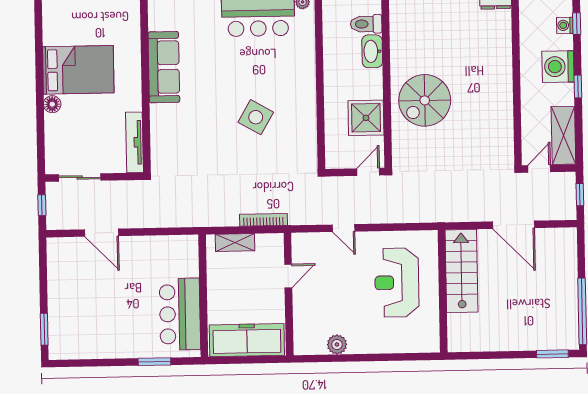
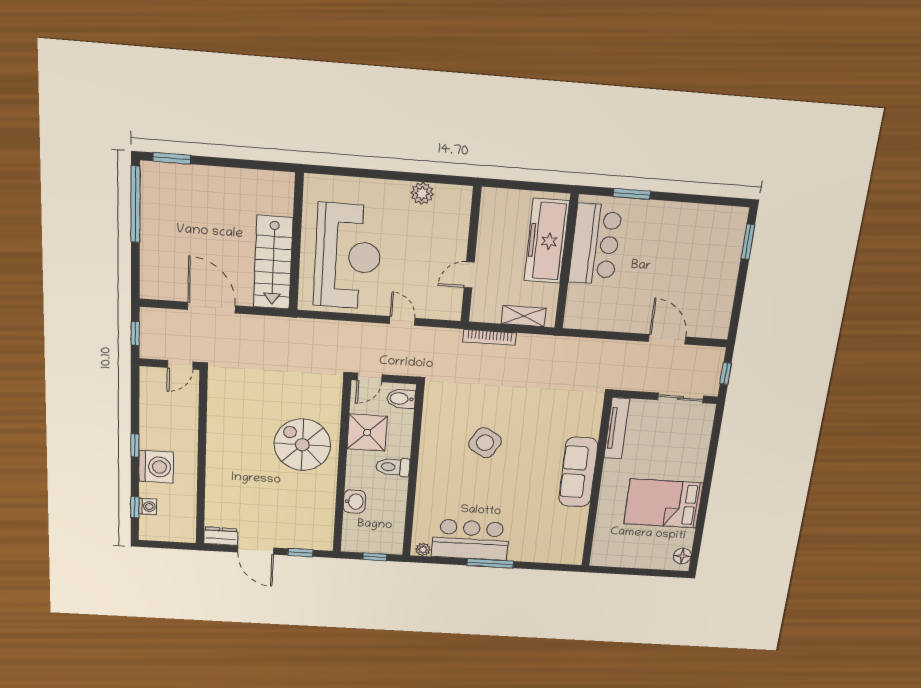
toilet: (366, 24) -> (393, 467), moved, turned 180
washbasin: (372, 51) -> (354, 502), width x0.72
sofa: (164, 67) -> (578, 472), moved
spiral stairs: (425, 100) -> (302, 445), turned -90
floor lamp: (52, 104) -> (682, 556), moved
shelving: (563, 135) -> (152, 397), removed
bidet: (338, 154) -> (401, 399), added
reception desk: (397, 283) -> (348, 256), width x1.36, depth x1.30
freezer: (247, 340) -> (547, 241), moved, turned 90

